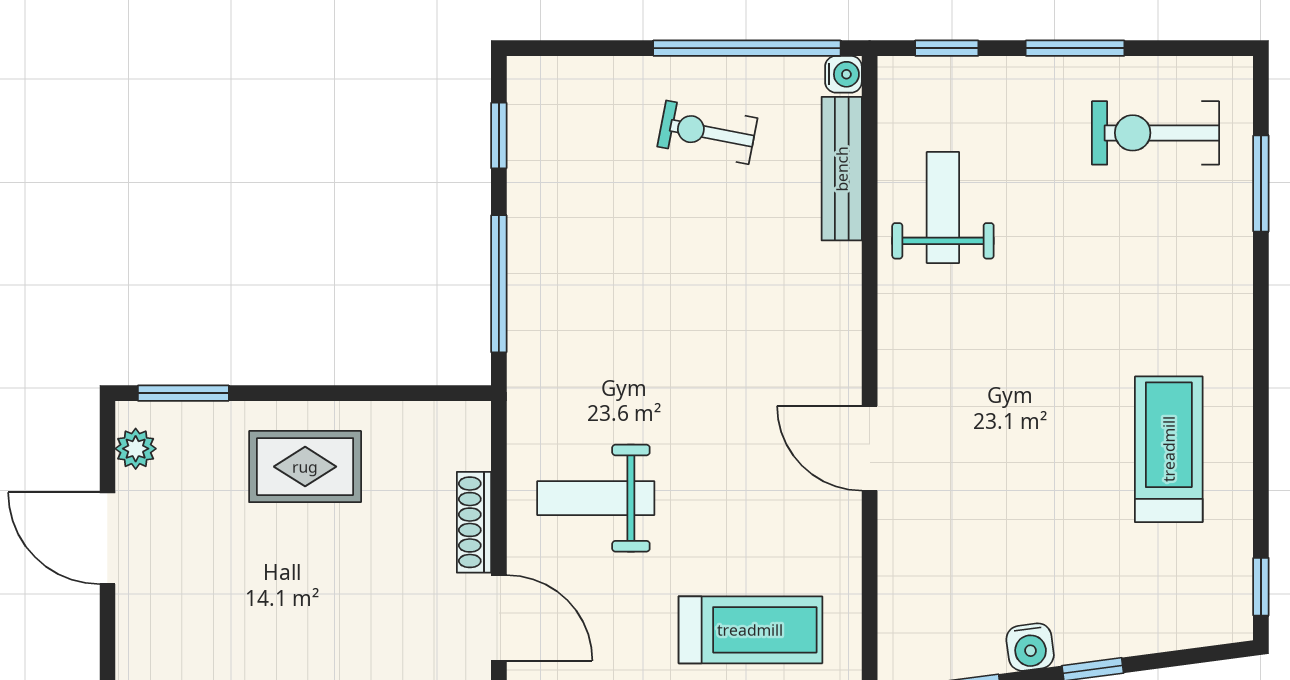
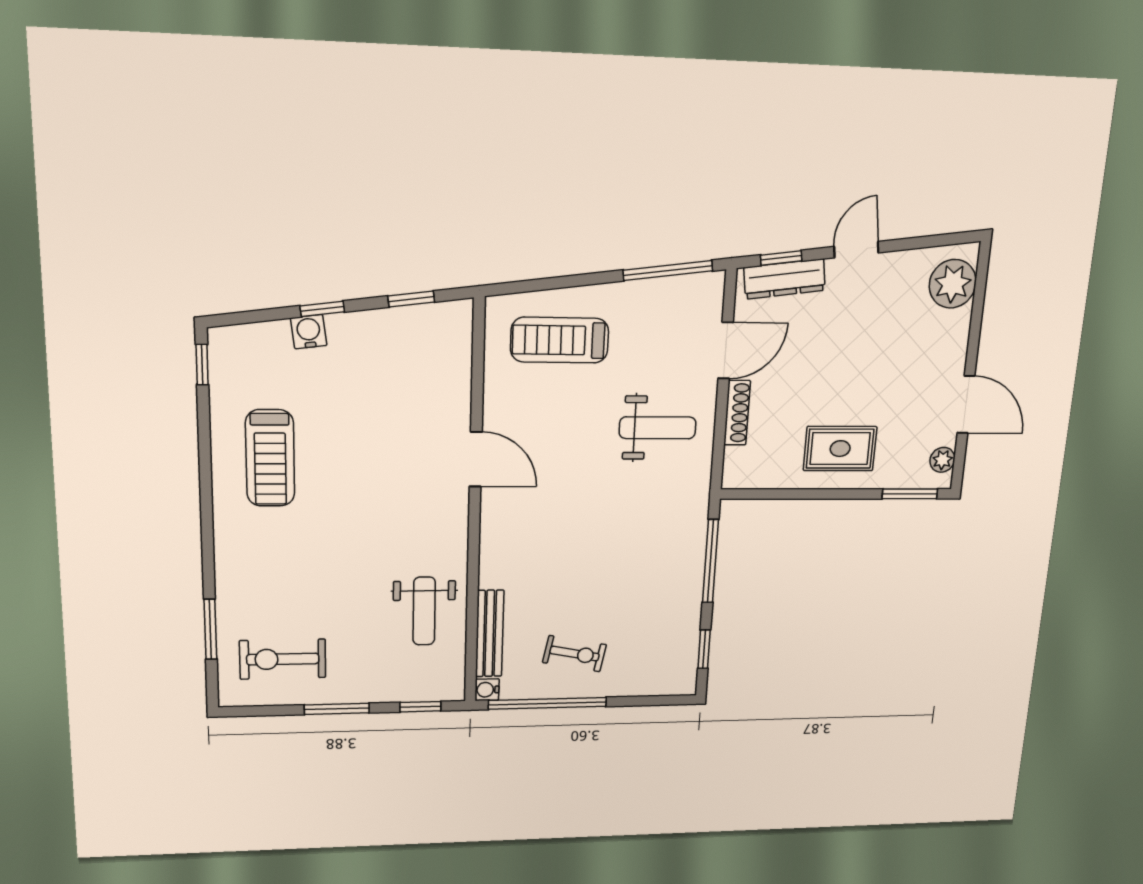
exercise bike: (1156, 133) -> (283, 659), turned 180
door: (499, 618) -> (726, 350), swing flipped
water cooler: (1030, 647) -> (309, 332), moved

